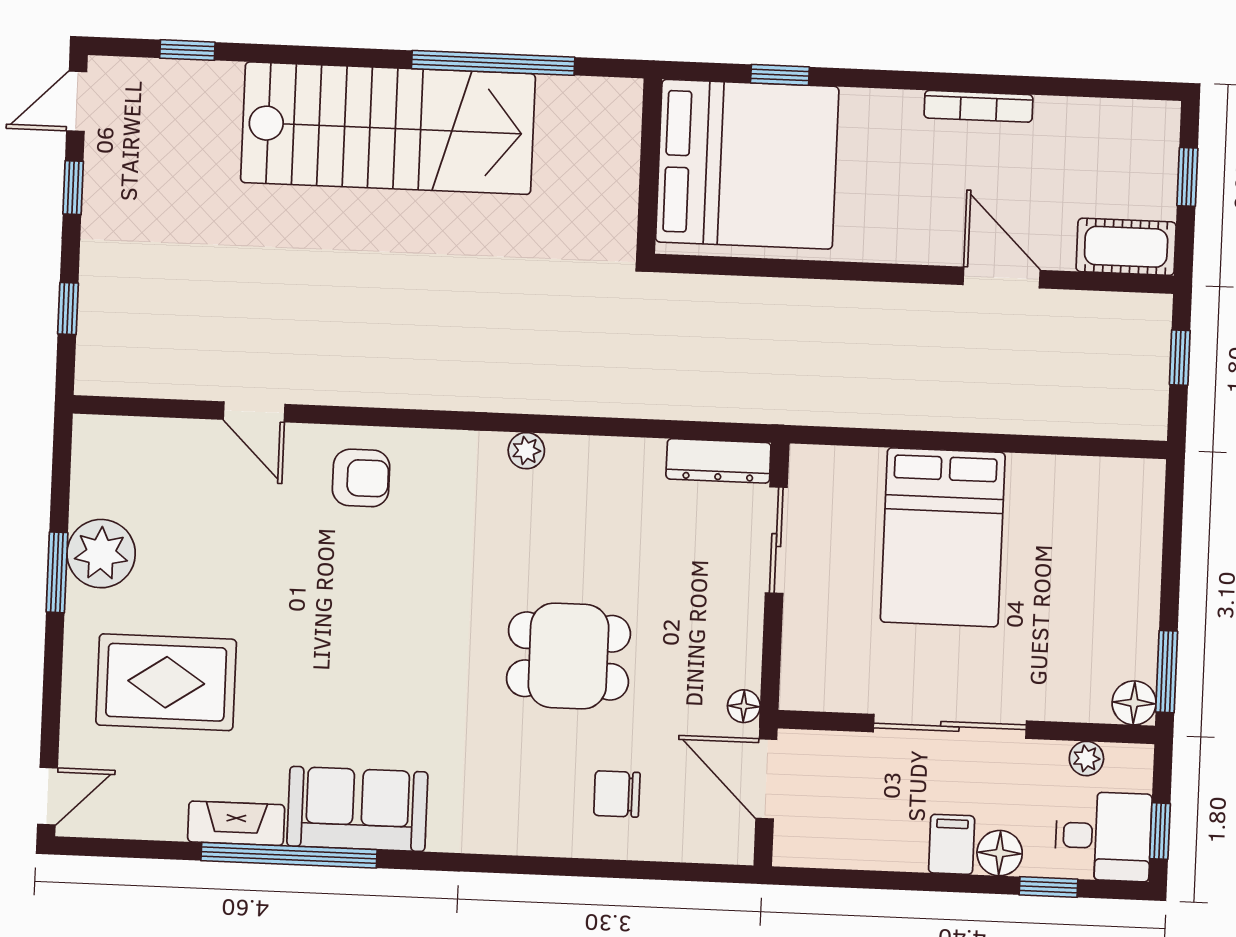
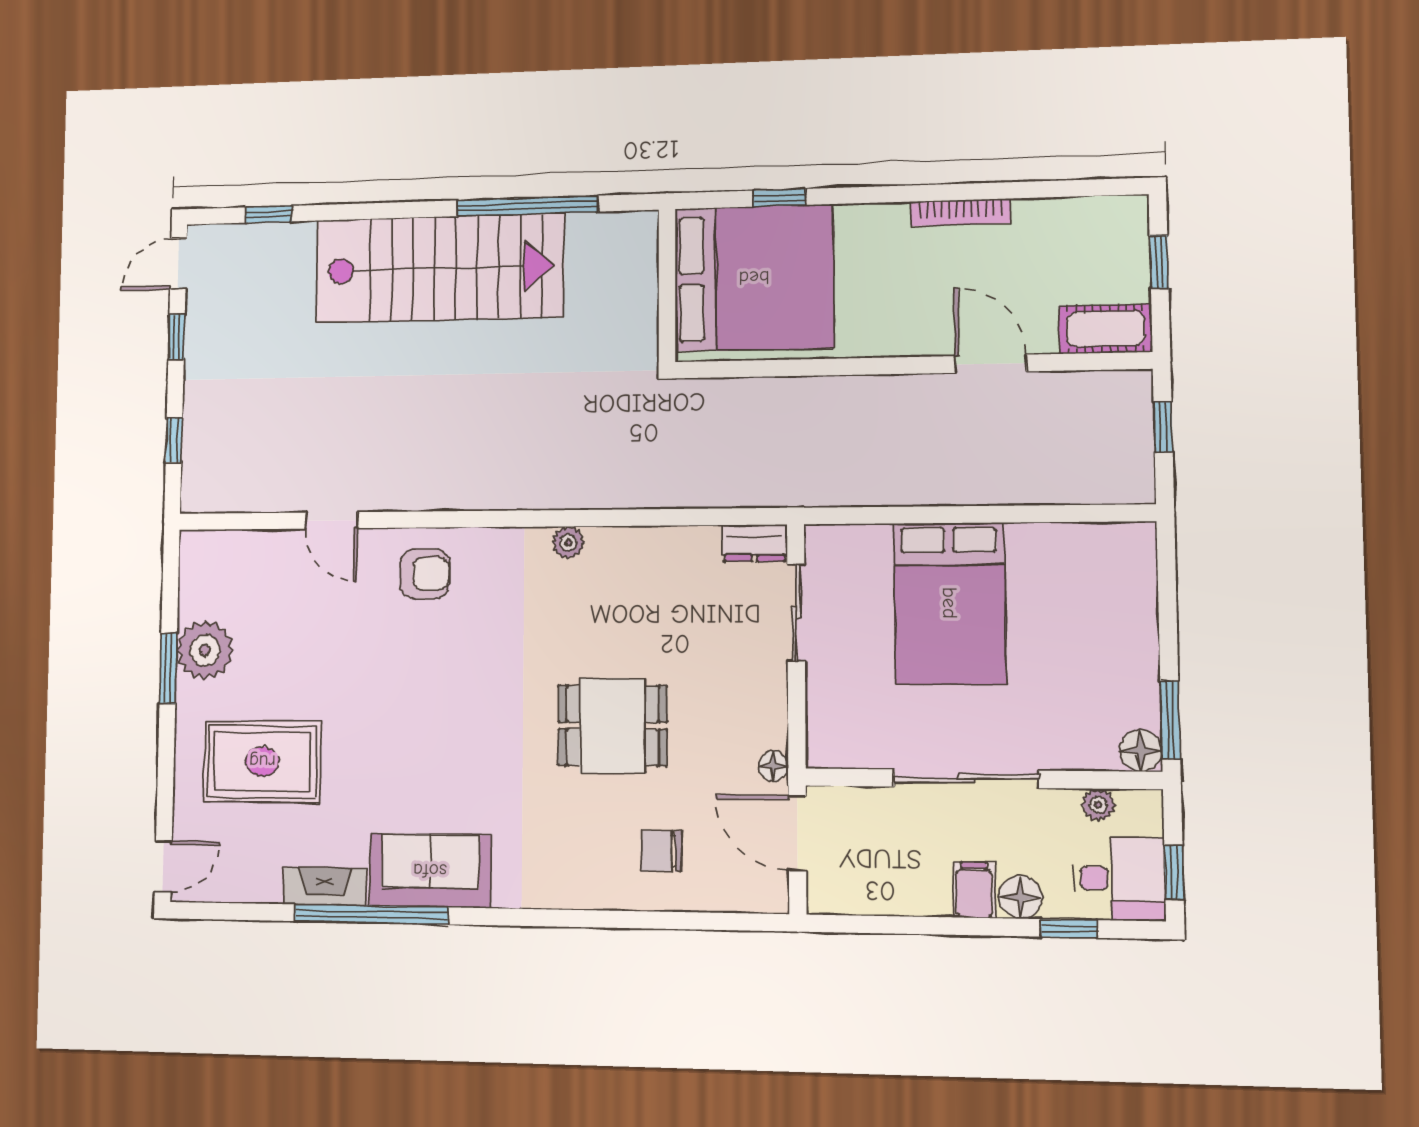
dresser: (718, 461) -> (754, 543), width x0.70

